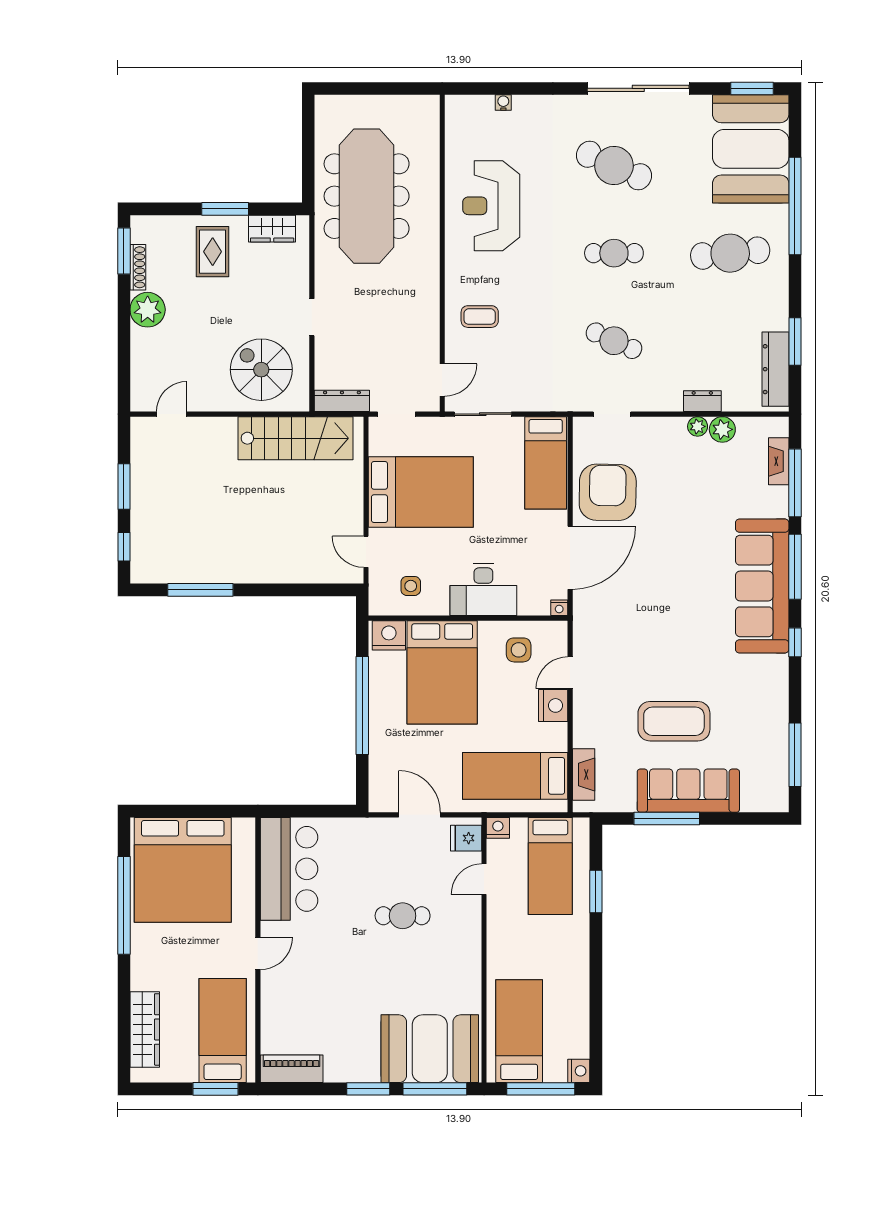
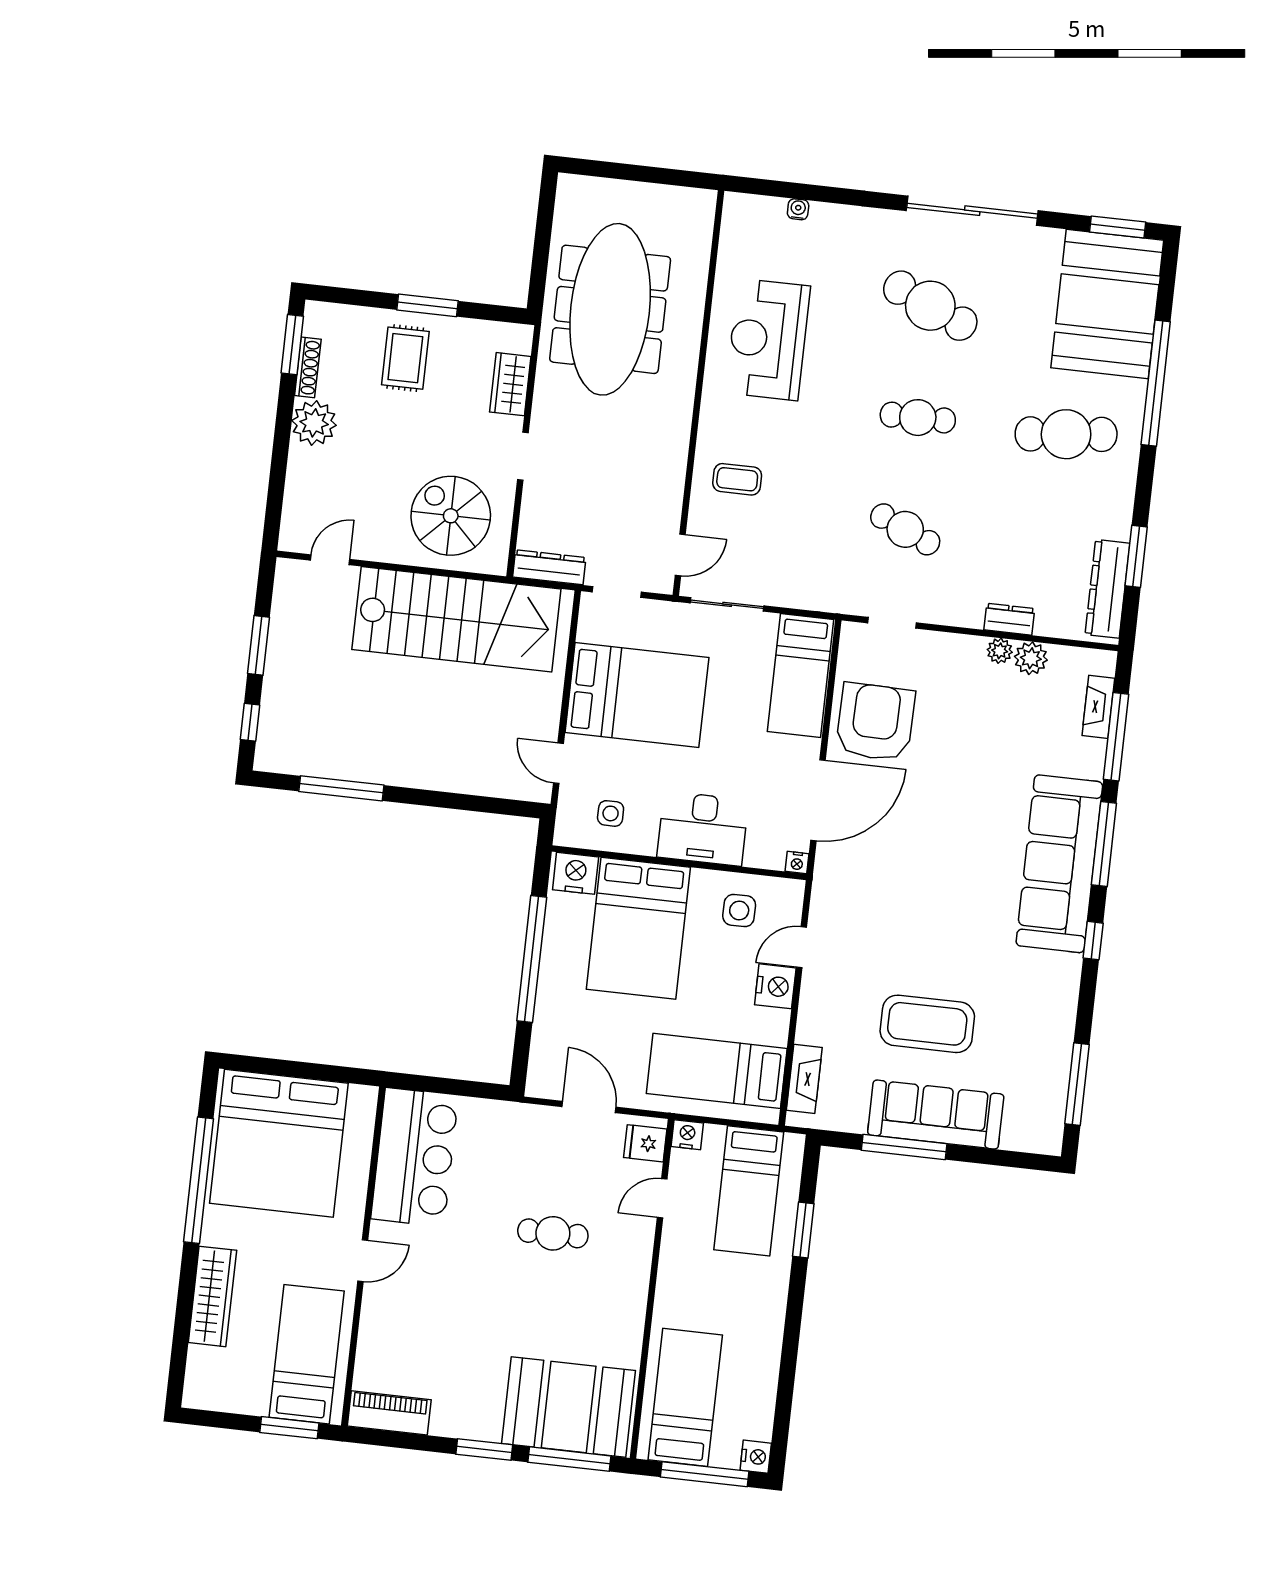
wardrobe: (272, 229) -> (510, 384), moved, turned 90
stairs: (296, 438) -> (456, 619), width x1.36, depth x1.51
wardrobe: (145, 1029) -> (212, 1296), moved

